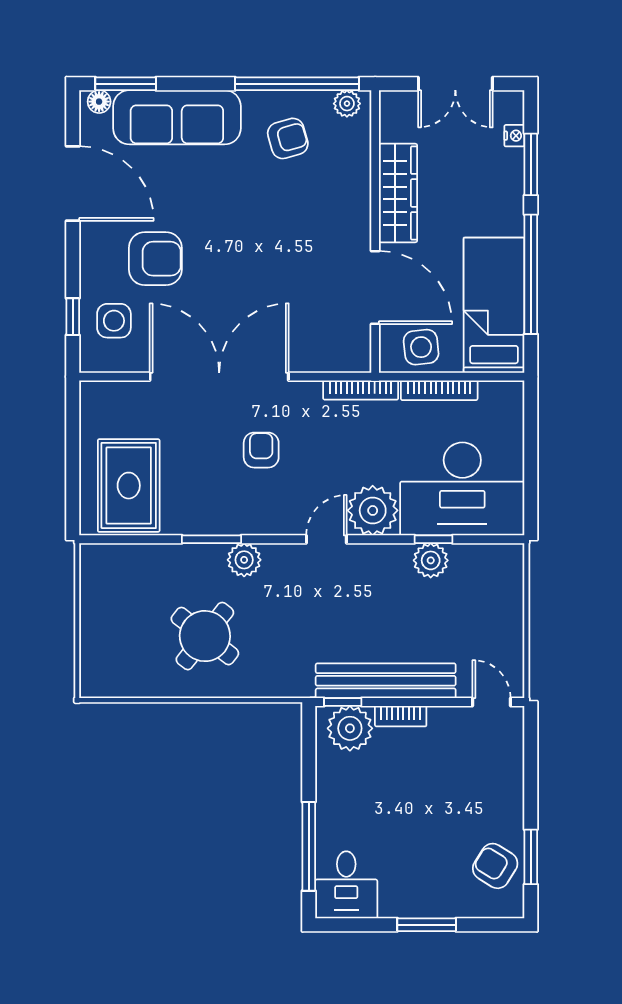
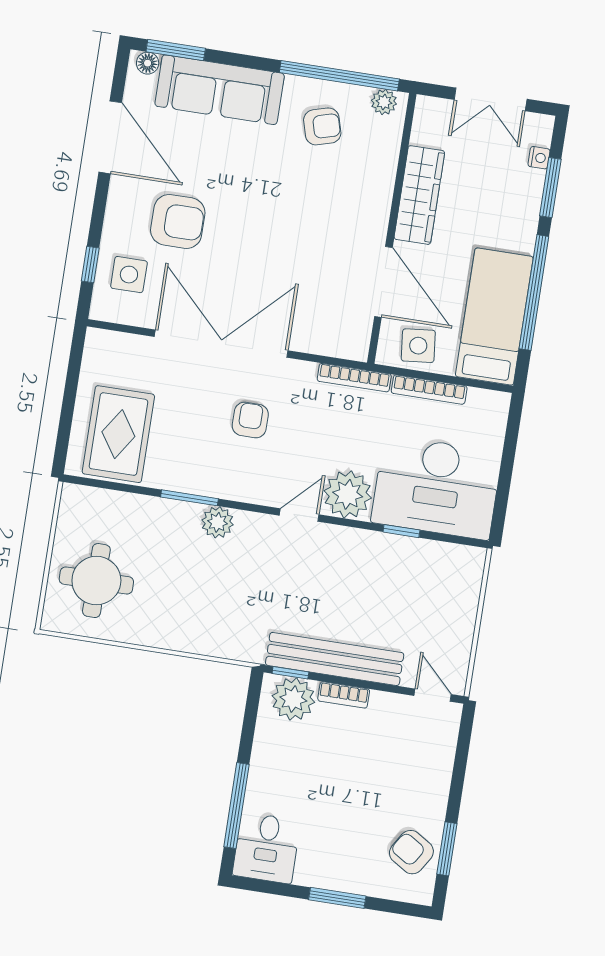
plant: (431, 560) -> (396, 551), removed
round table: (205, 636) -> (96, 581), moved, turned -38

